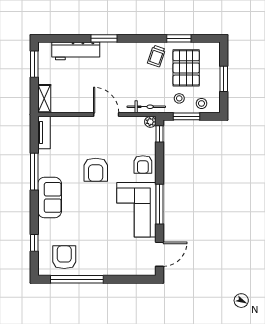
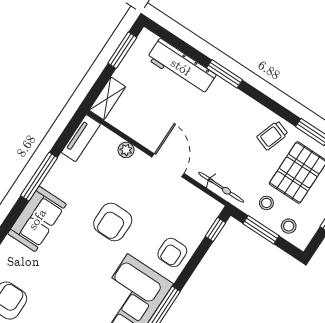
plant: (150, 122) -> (126, 150), moved

